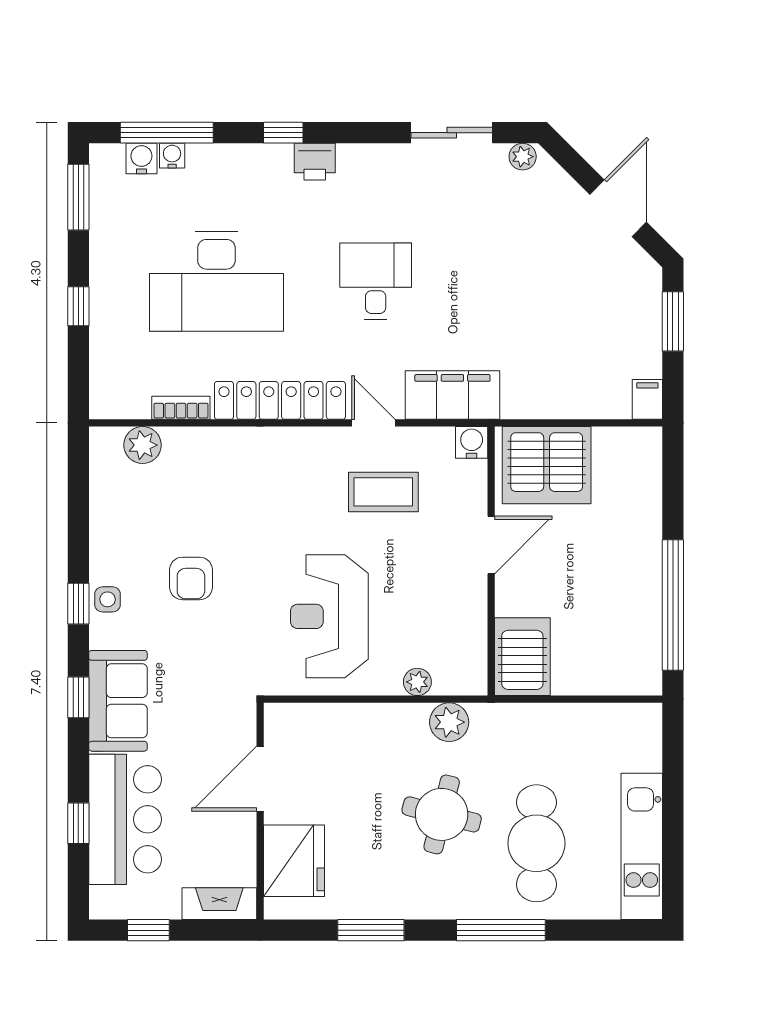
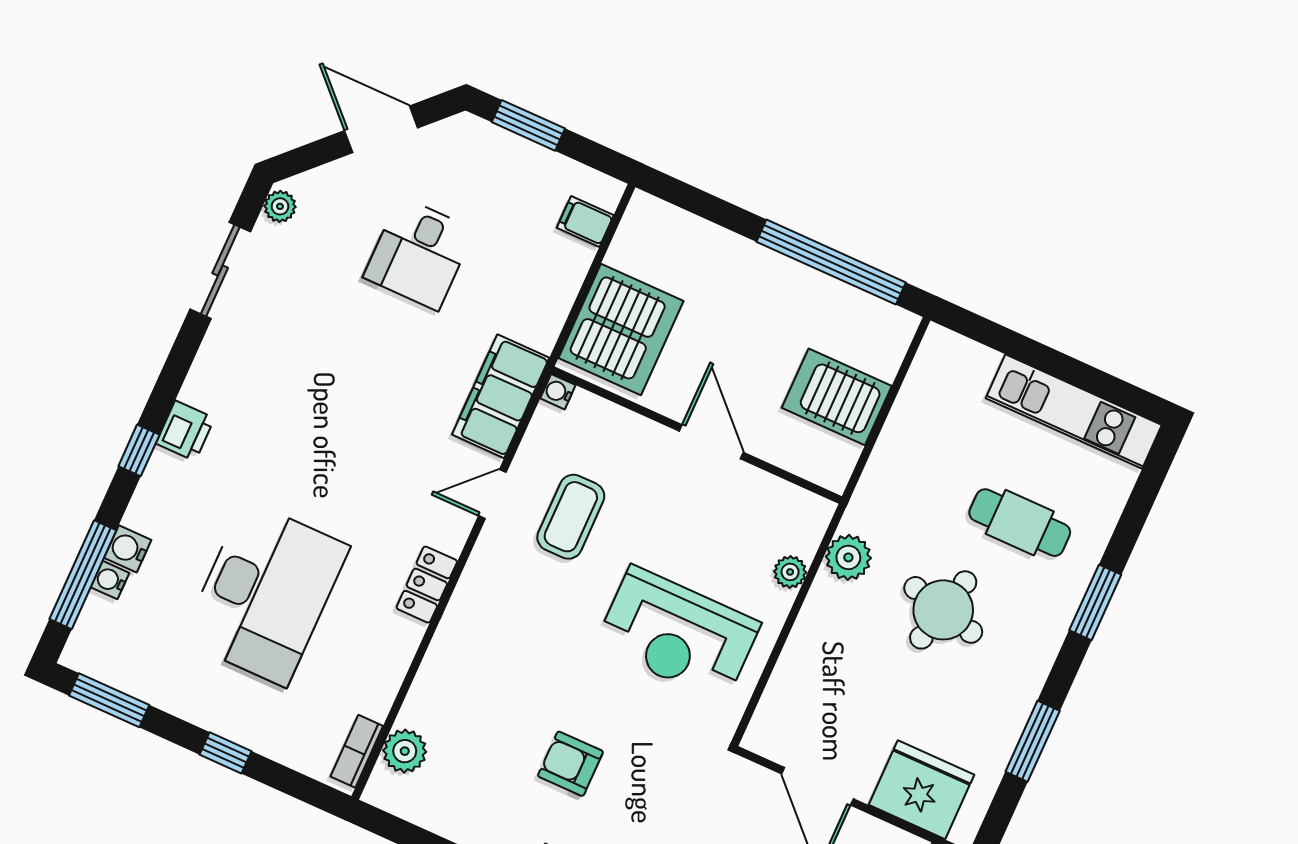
water cooler: (141, 158) -> (128, 549), moved
desk: (376, 281) -> (419, 254), moved, turned -90
filing cabinet: (647, 399) -> (585, 222), moved
locker: (280, 400) -> (427, 585), width x0.46, depth x0.83
bookcase: (181, 408) -> (357, 751), moved
water cooler: (472, 442) -> (558, 392), width x0.72, depth x0.72
door: (491, 545) -> (711, 442), moved
armchair: (191, 578) -> (570, 764), turned 180
server rack: (522, 657) -> (837, 397), moved
cafe table: (536, 843) -> (1020, 523), width x0.73, depth x0.74
window: (501, 930) -> (1095, 602), width x0.69

